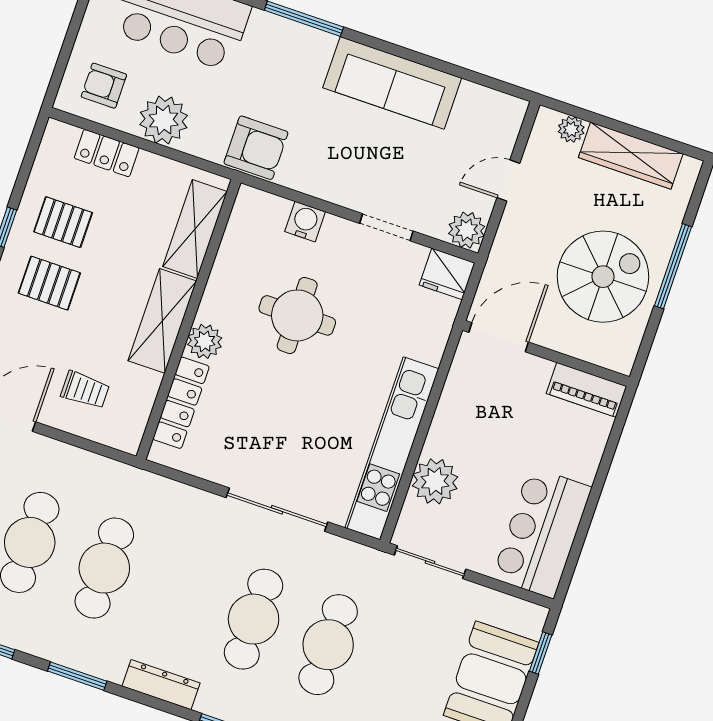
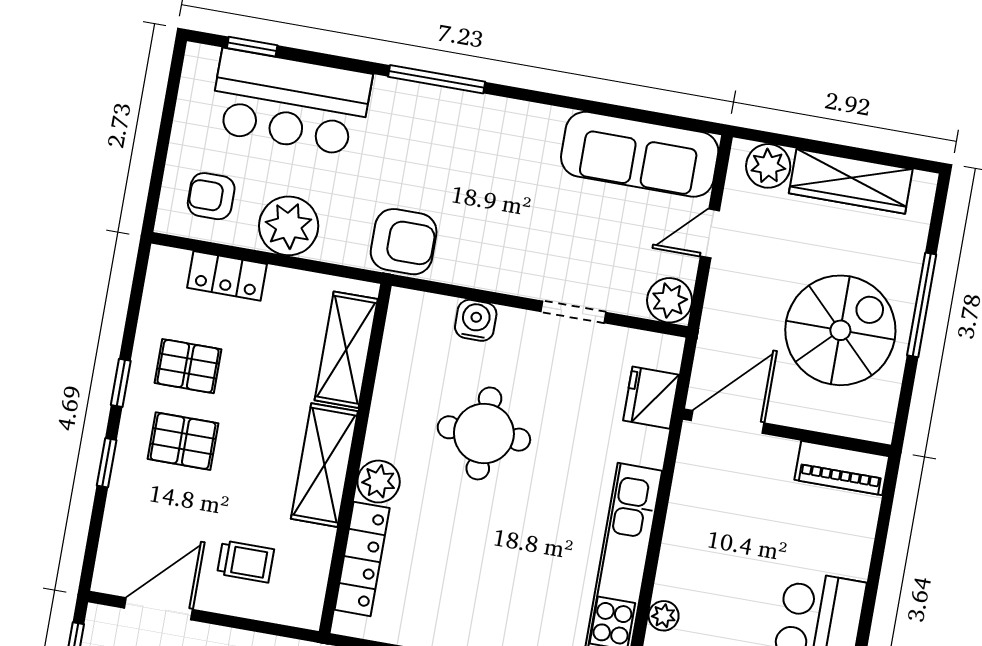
sofa: (392, 83) -> (640, 154), moved
plant: (571, 129) -> (768, 166), width x1.38, depth x1.38
fridge: (447, 274) -> (651, 398), moved, turned 90
plant: (435, 481) -> (664, 616), width x0.53, depth x0.53

